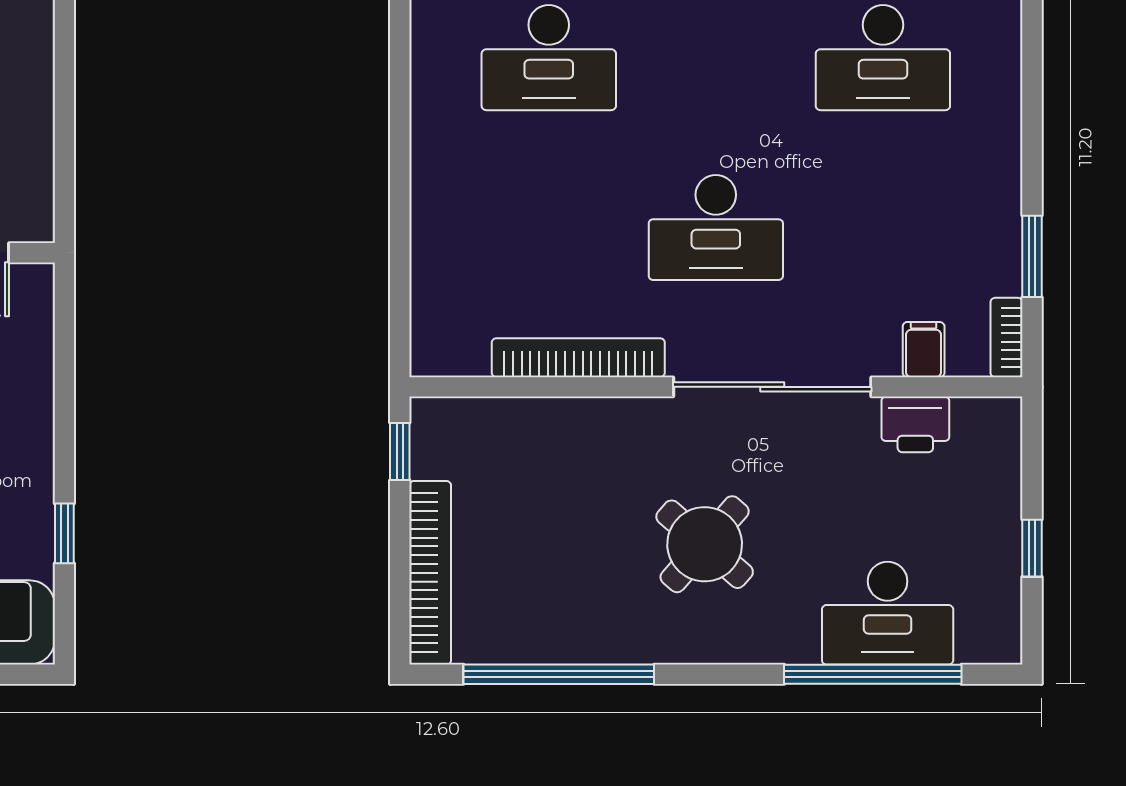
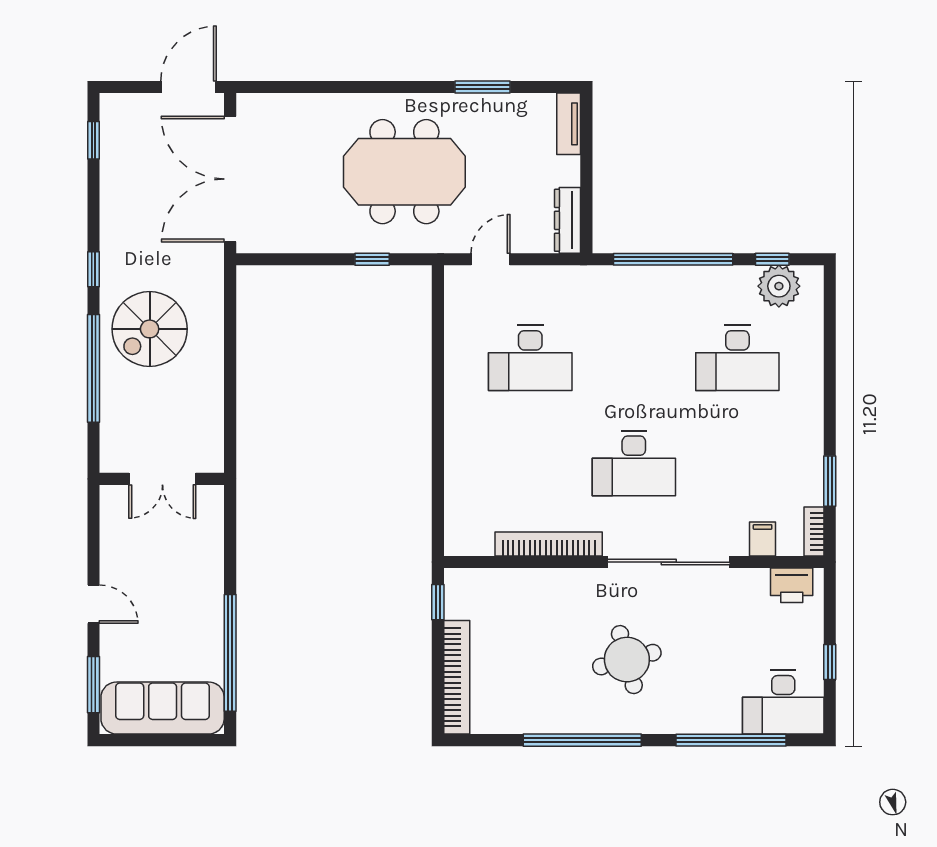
printer: (915, 424) -> (792, 585), moved
window: (64, 533) -> (230, 653), width x3.17
round table: (705, 544) -> (627, 660), turned 34
desk: (888, 613) -> (783, 702), moved
window: (559, 674) -> (582, 740), moved

